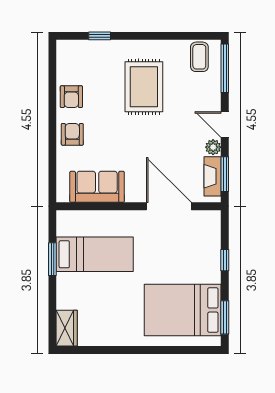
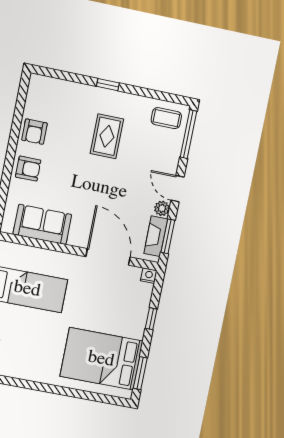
window: (100, 36) -> (108, 85), moved
coffee table: (199, 57) -> (166, 118), turned 90
rug: (144, 87) -> (107, 136), width x0.73, depth x0.70
armchair: (72, 134) -> (28, 169), turned 90
nightstand: (214, 217) -> (149, 276), added

